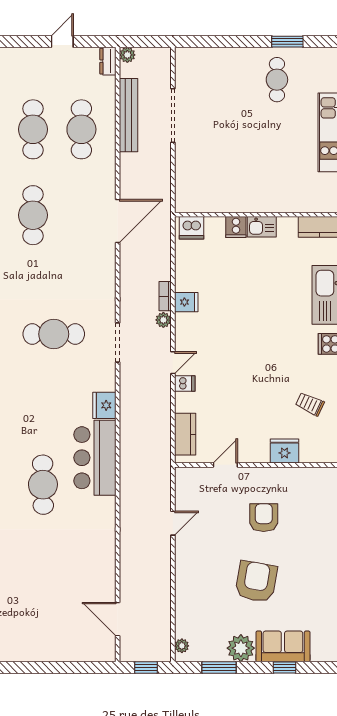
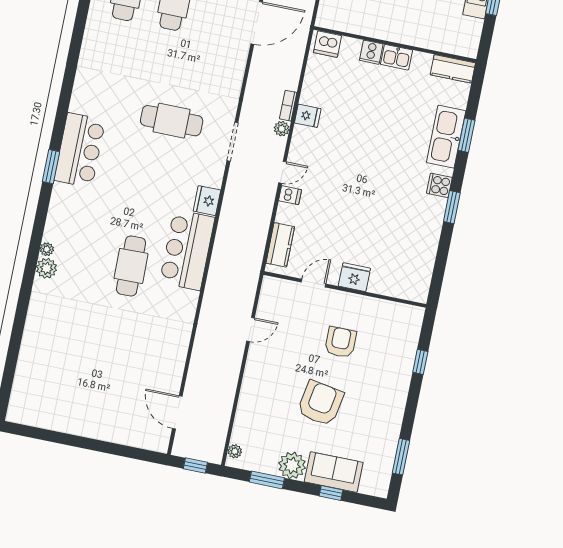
trolley: (310, 404) -> (408, 240), removed
fridge: (284, 451) -> (354, 277), moved

